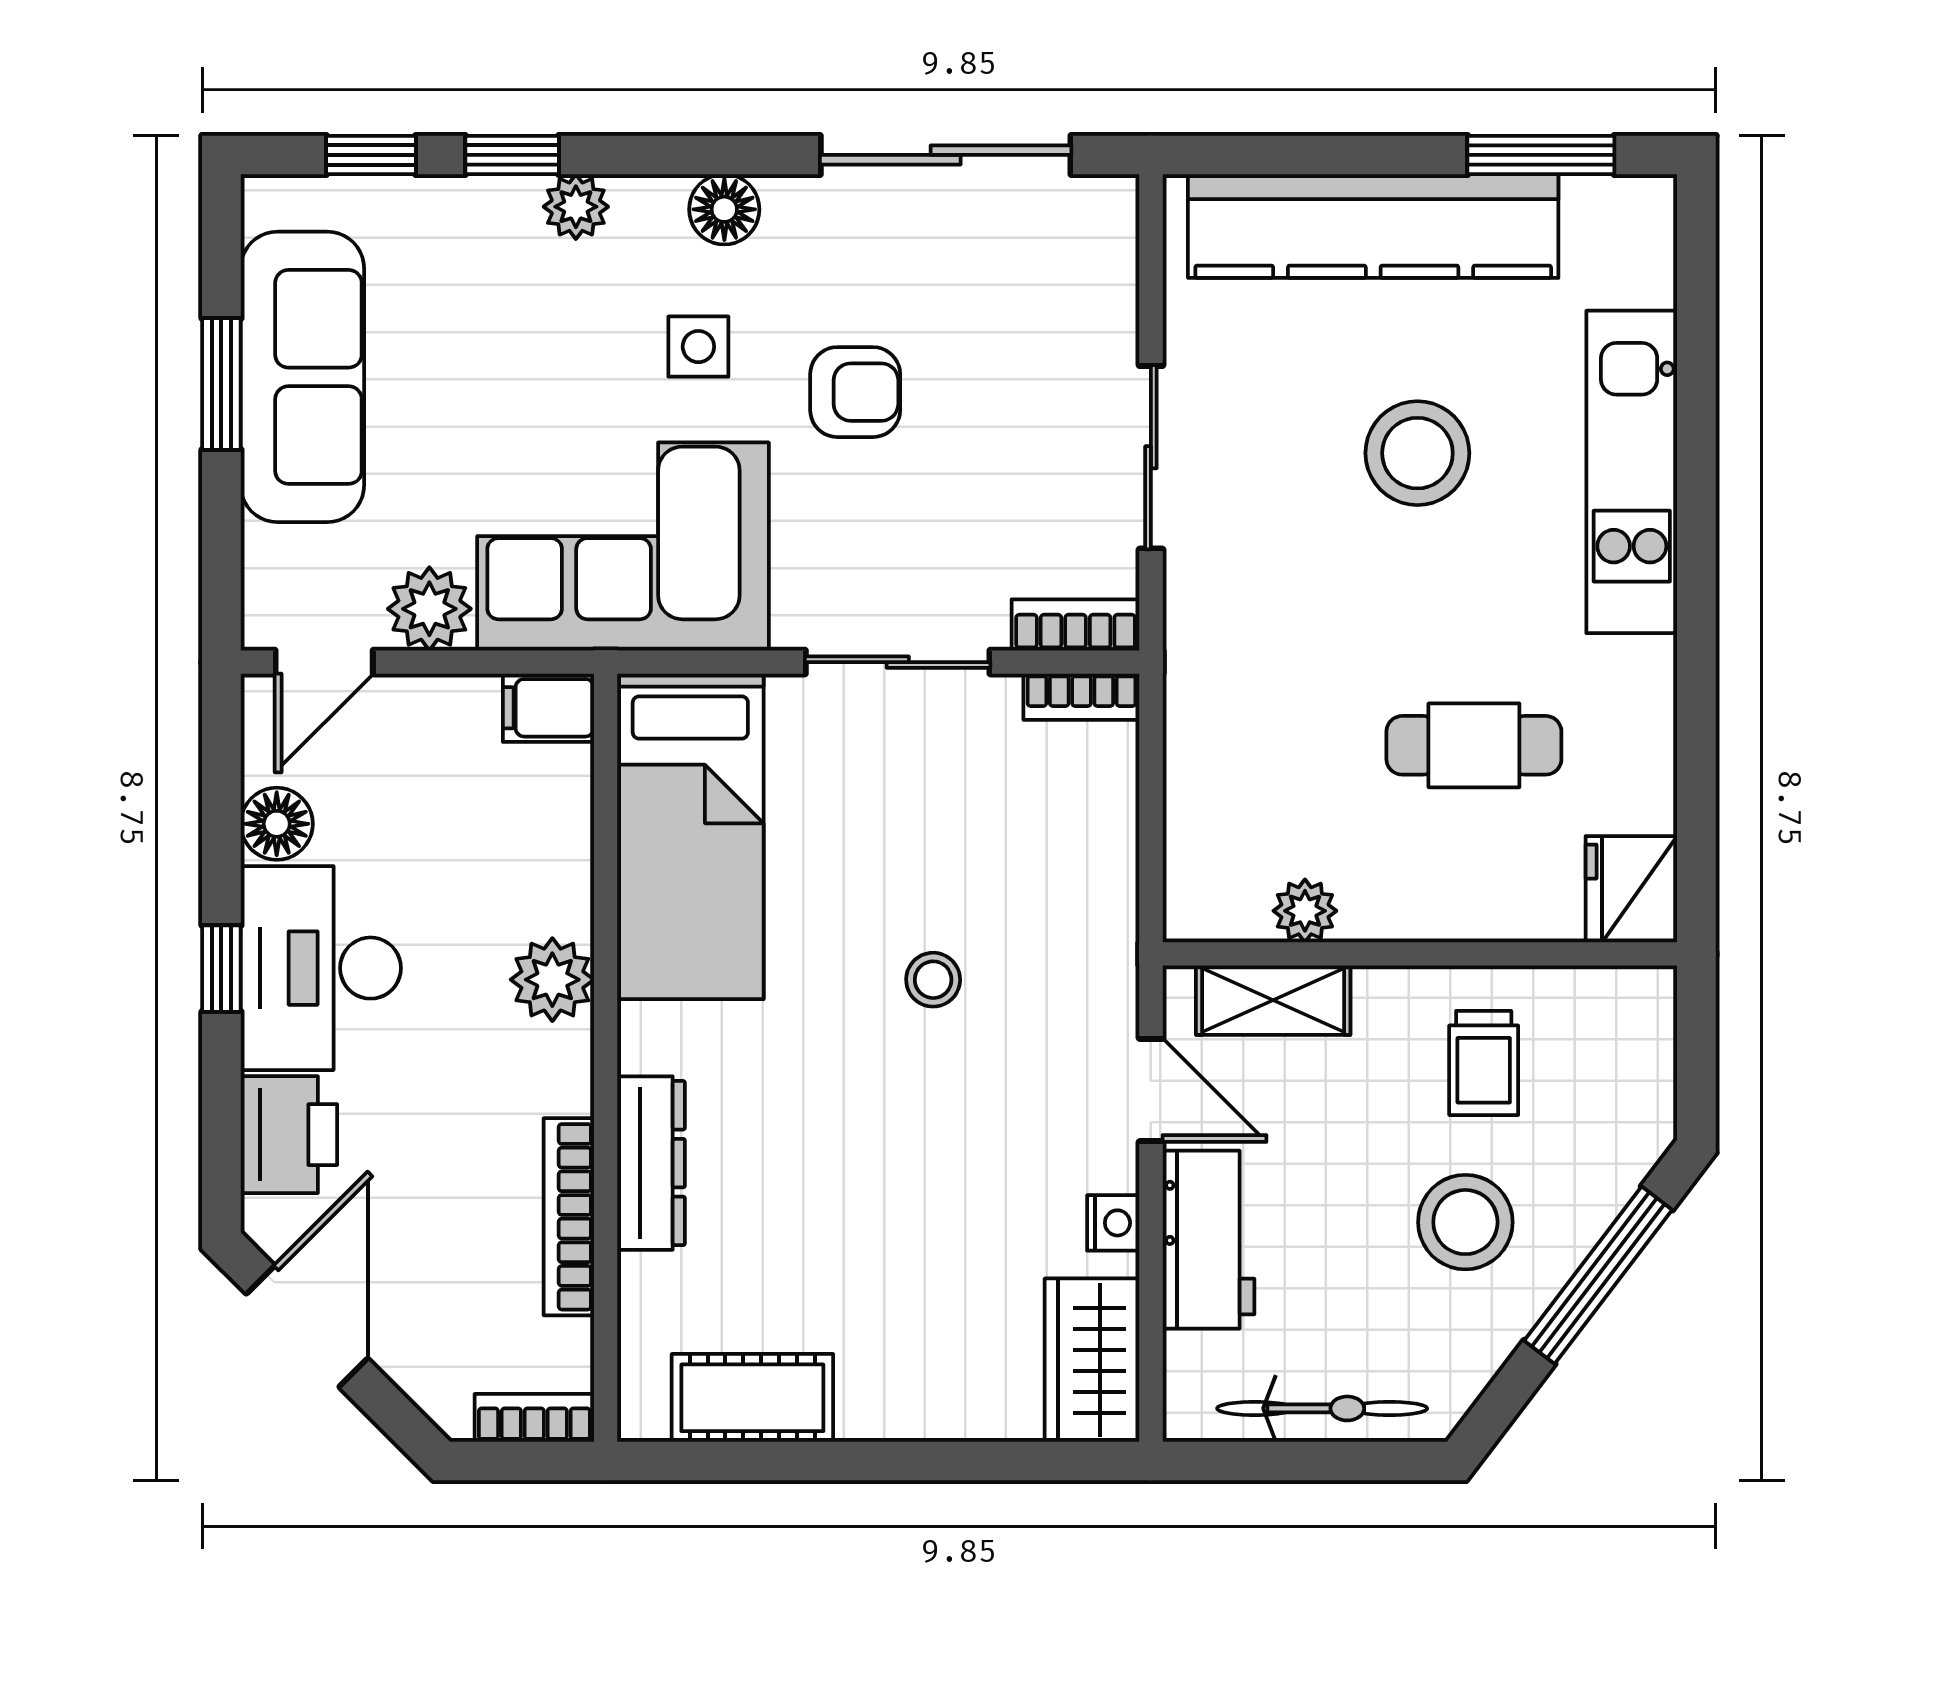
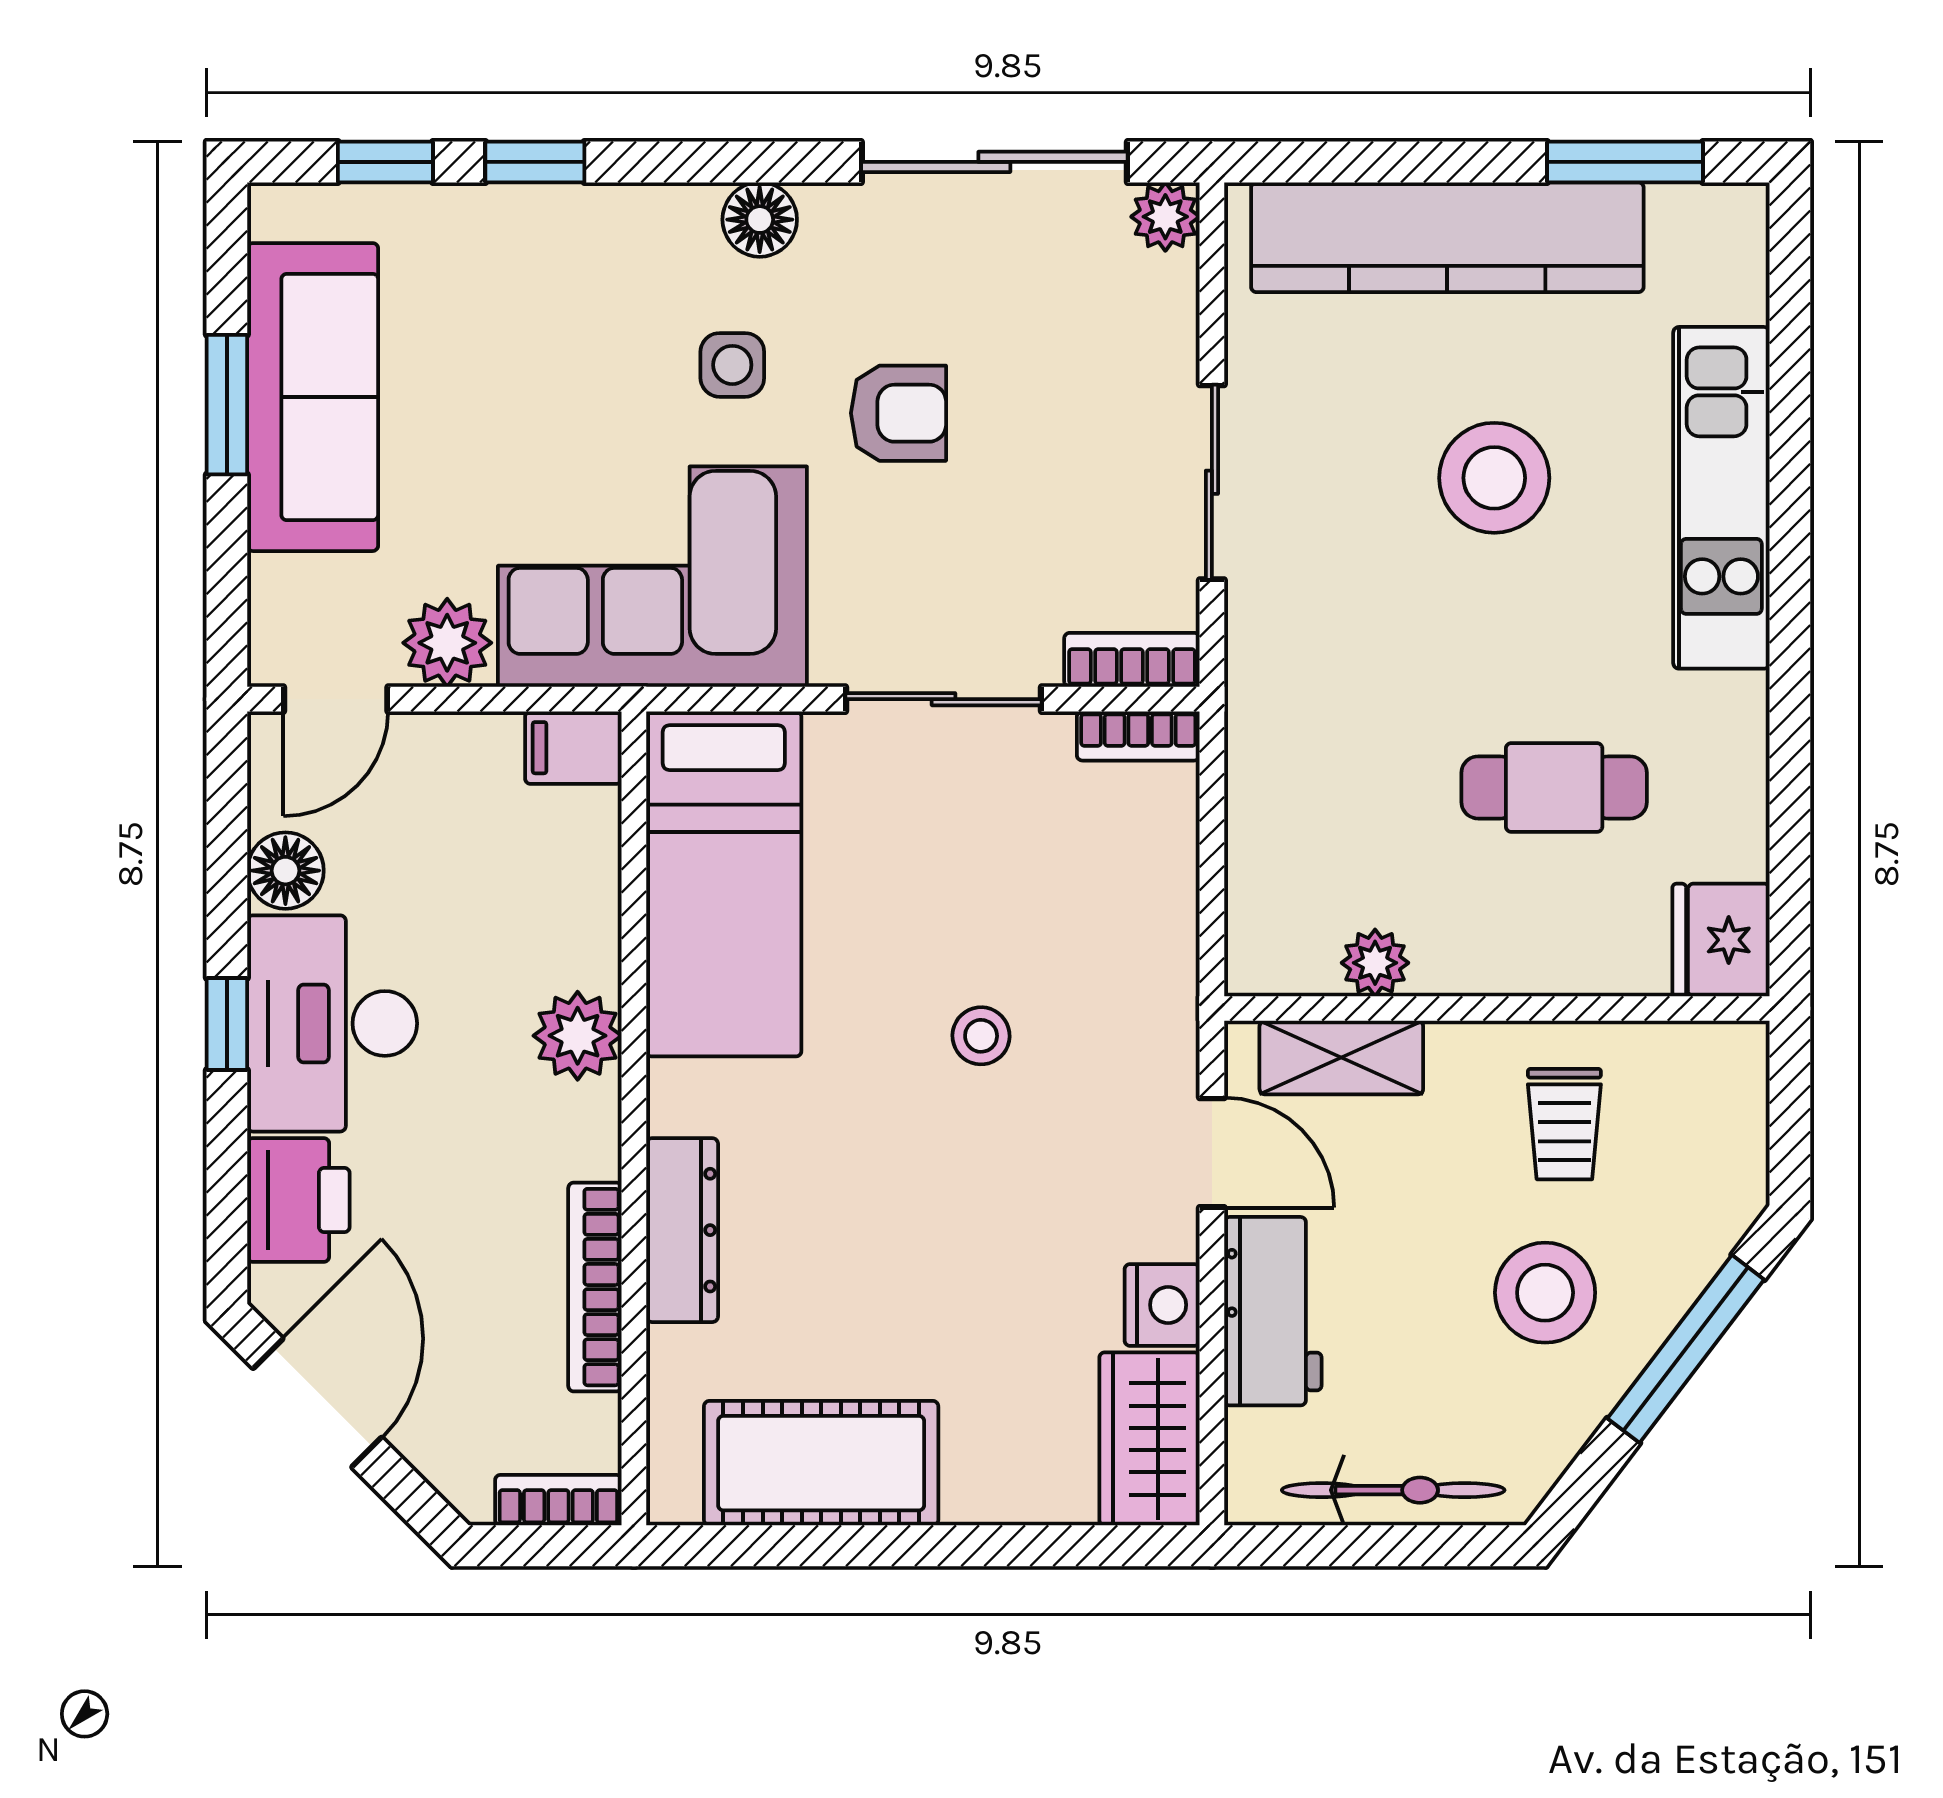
plant: (576, 207) -> (1165, 217), moved
nightstand: (1113, 1223) -> (1162, 1305), width x1.39, depth x1.35
cot: (752, 1398) -> (821, 1463), width x1.37, depth x1.34

